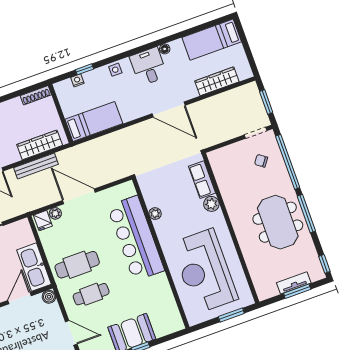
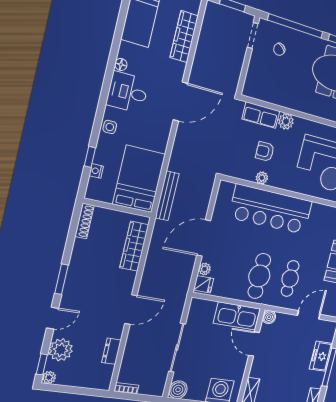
bed: (94, 121) -> (139, 179), width x1.50
bench: (36, 166) -> (167, 196), moved
armchair: (177, 202) -> (265, 151), added

